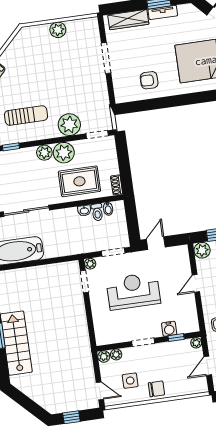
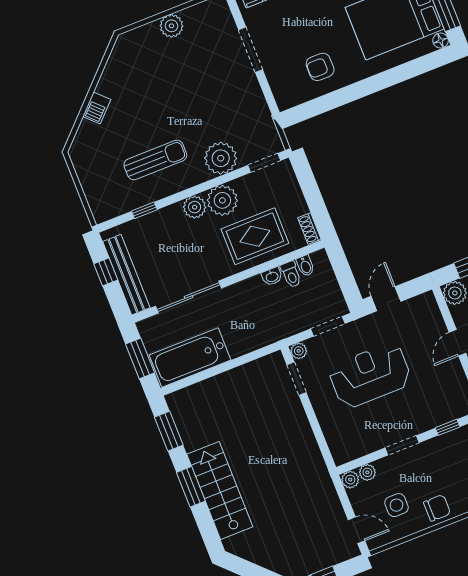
water cooler: (169, 329) -> (435, 417), removed

